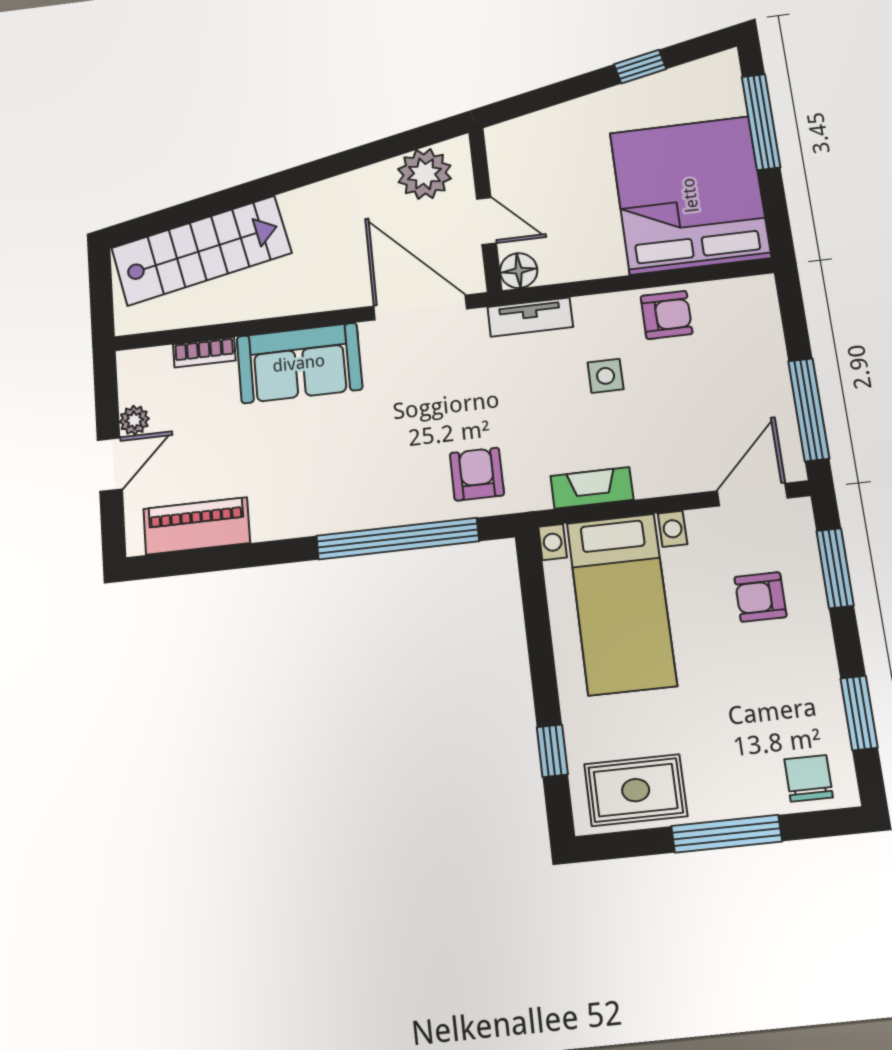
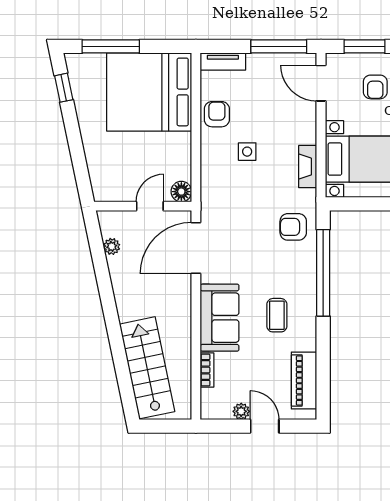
window: (640, 67) -> (64, 88), moved
plant: (424, 174) -> (112, 246), width x0.53, depth x0.53
tv unit: (530, 317) -> (223, 62), moved, turned 90
coffee table: (312, 463) -> (277, 315), added

